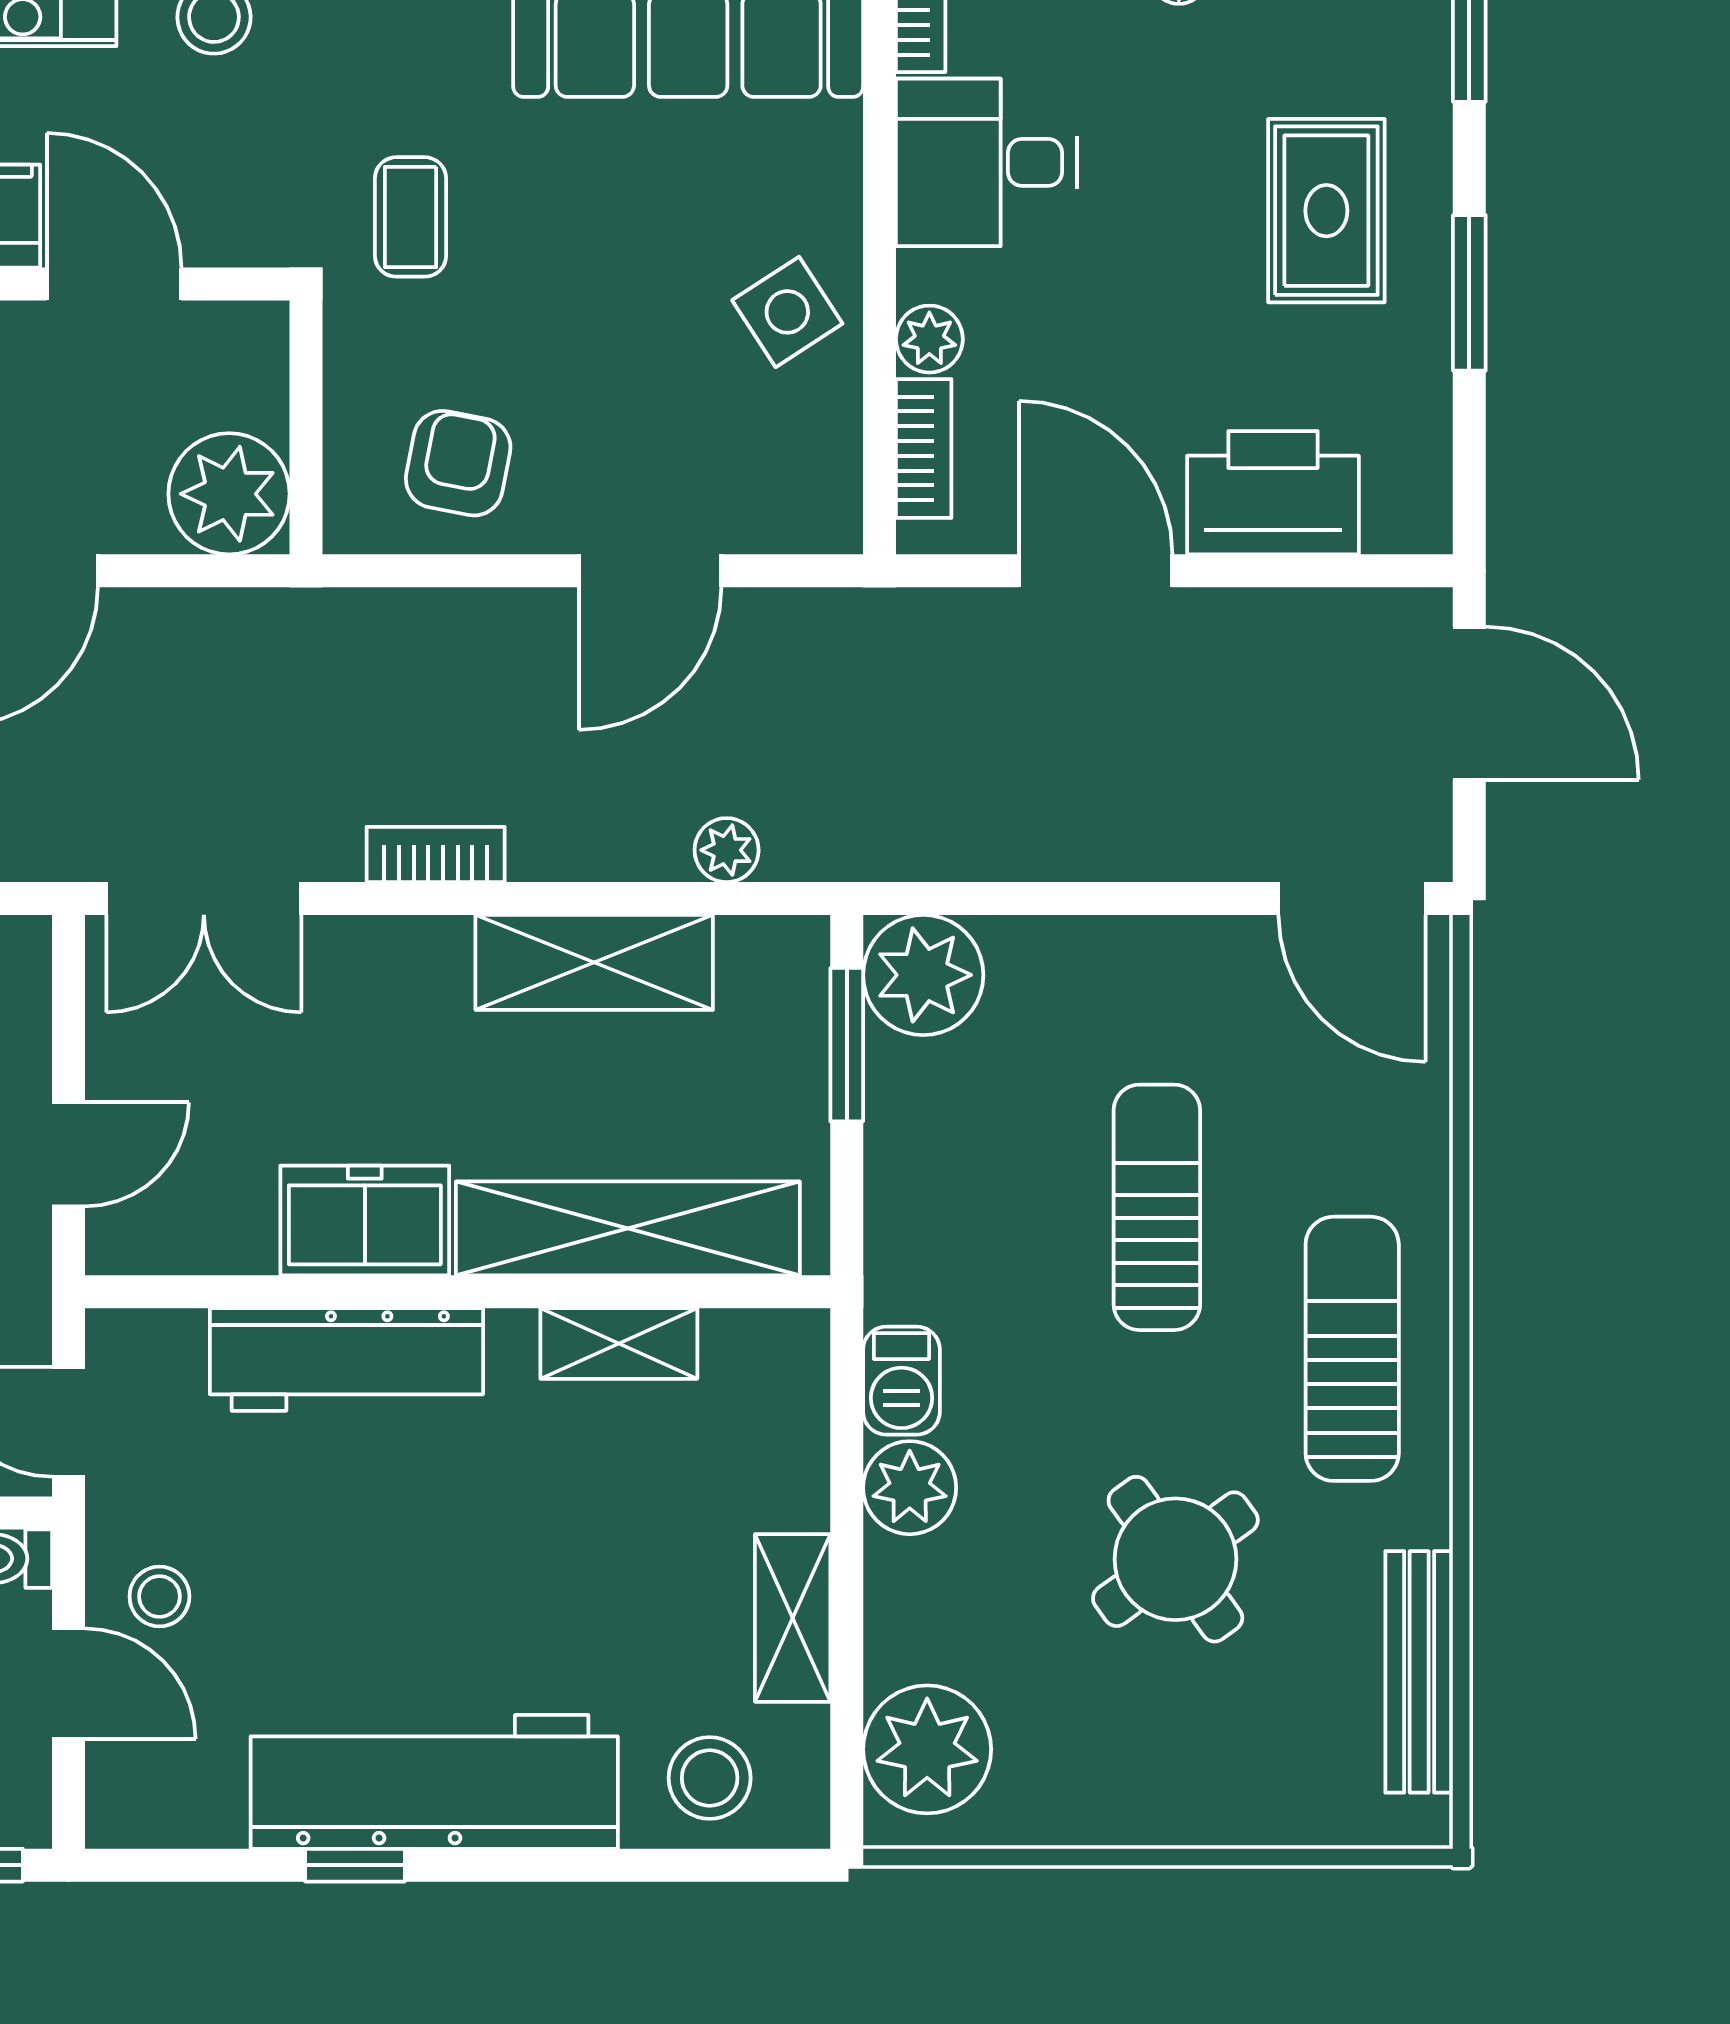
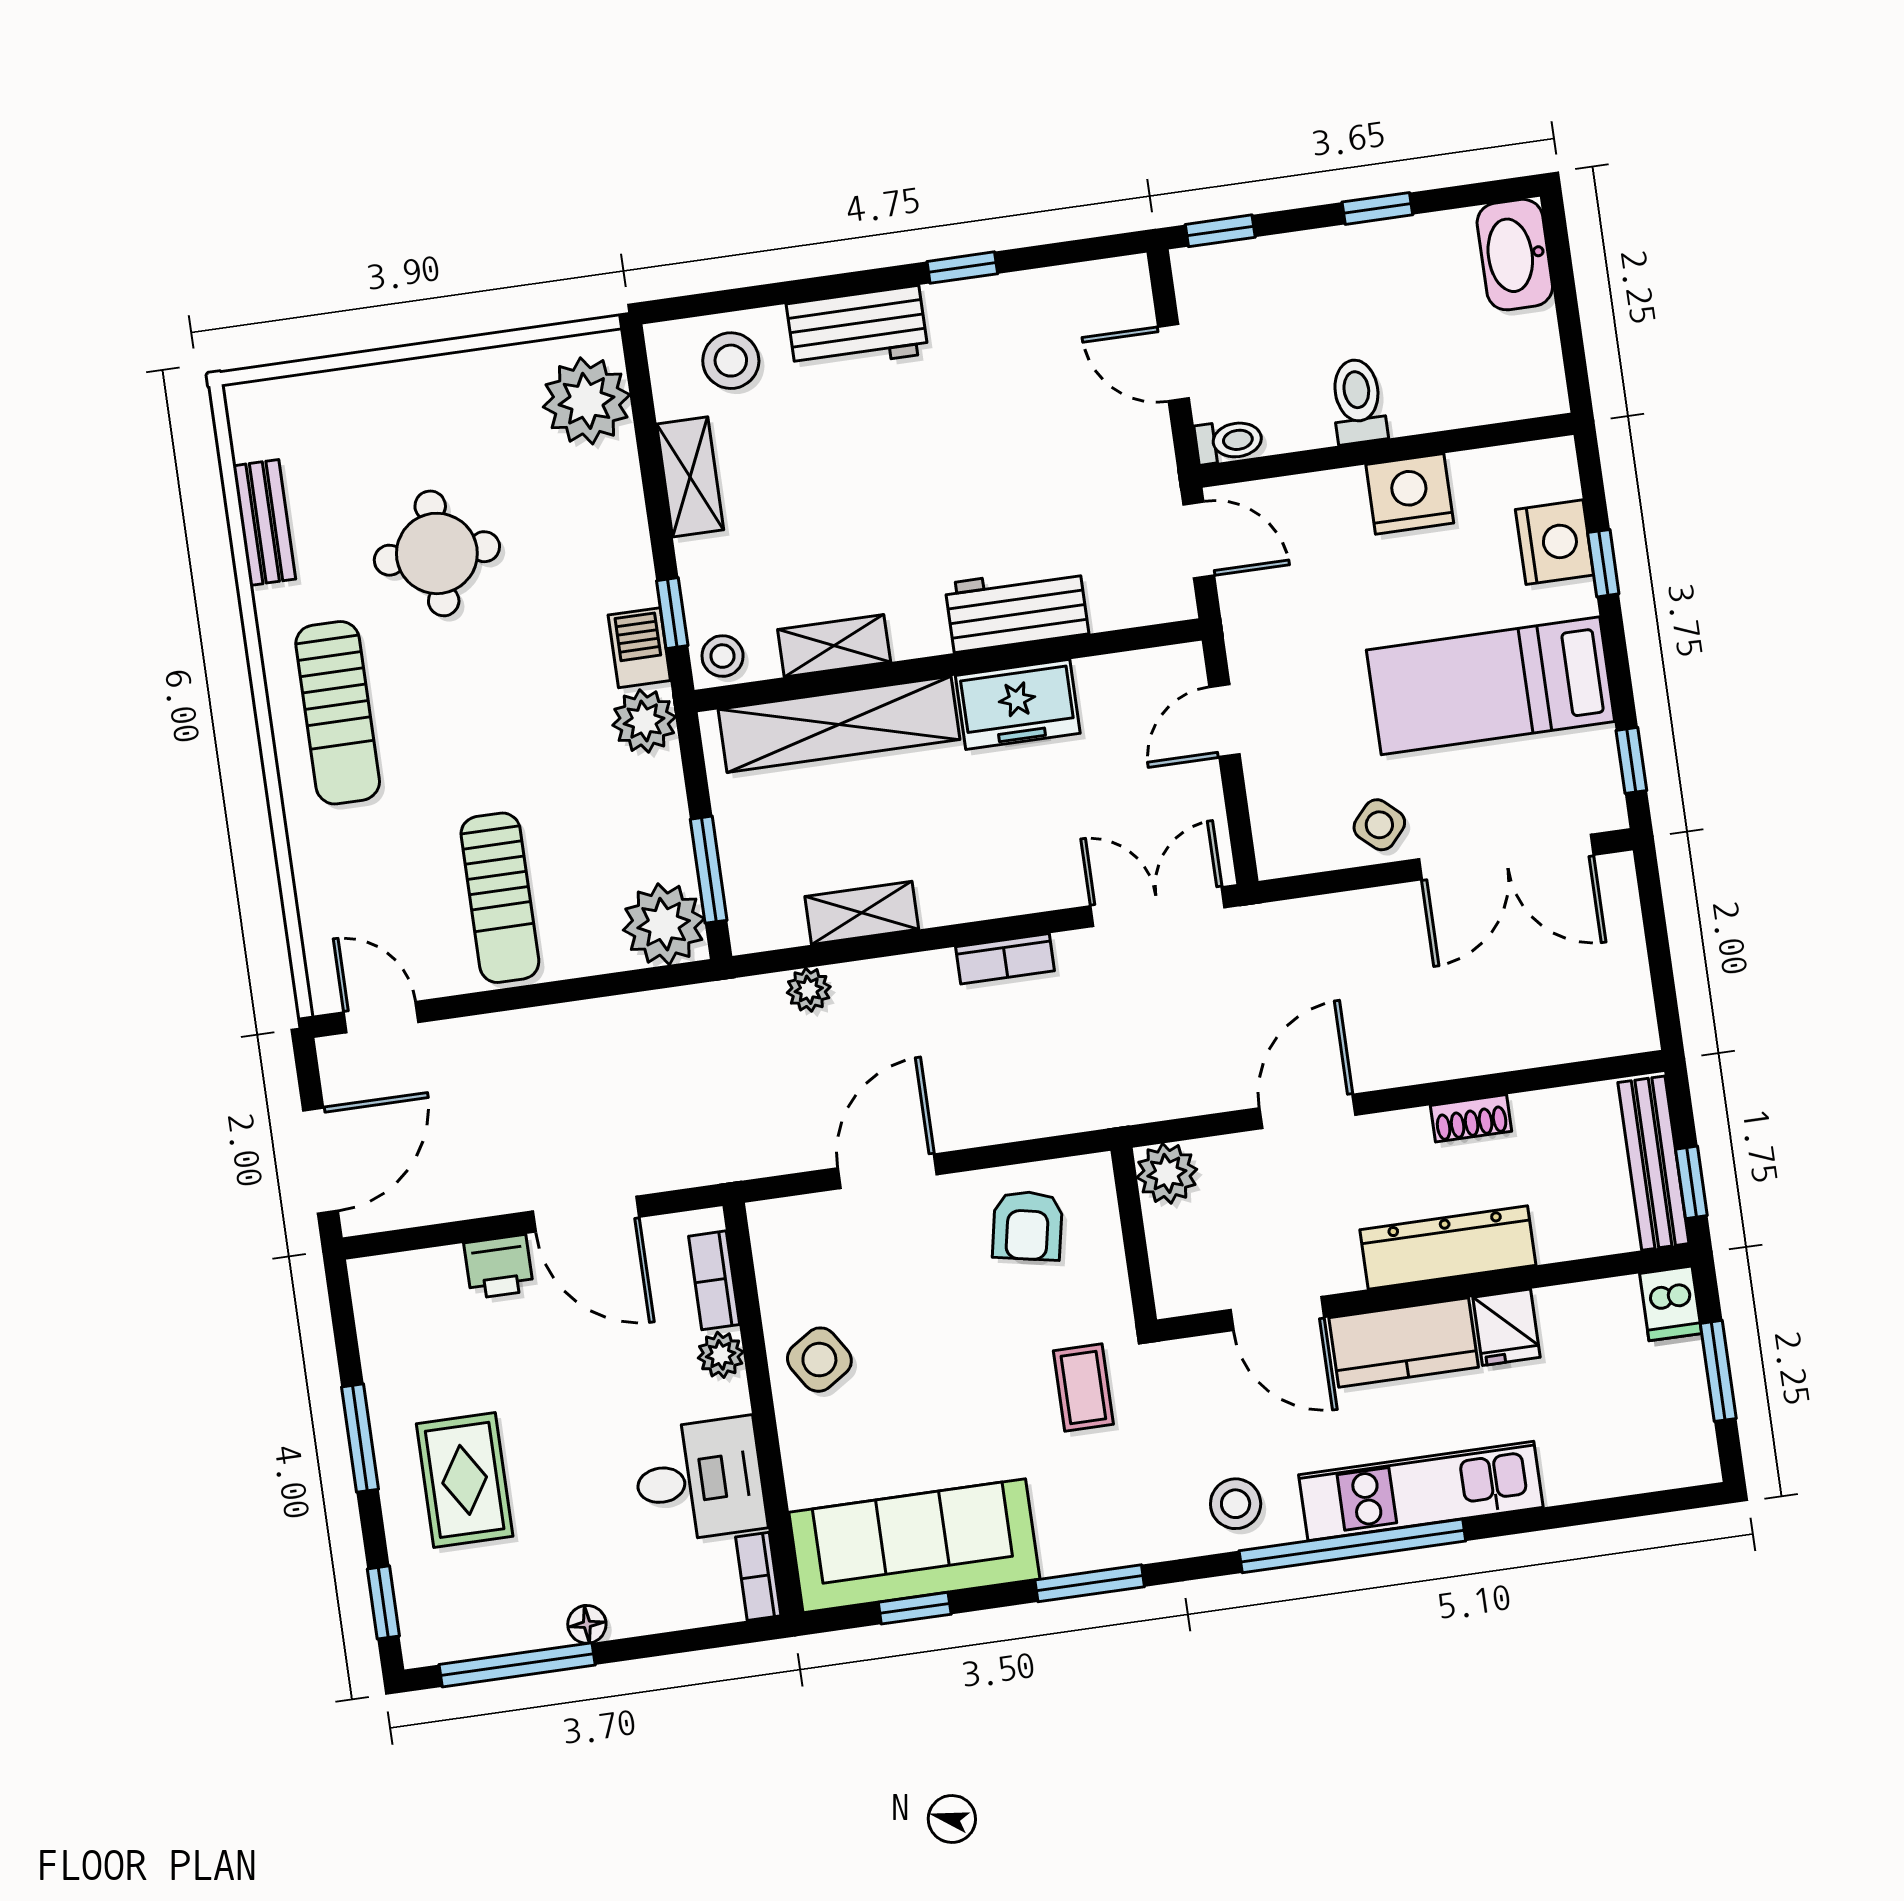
printer: (1273, 493) -> (499, 1267), width x0.53, depth x0.68
plant: (229, 494) -> (1167, 1173), width x0.73, depth x0.73
door: (1469, 703) -> (321, 1161), swing flipped
door: (1352, 899) -> (381, 1017), width x0.73
shelving: (594, 962) -> (862, 913), width x0.67, depth x0.75
sun lounger: (1157, 1207) -> (500, 898), moved
workbench: (346, 1359) -> (1017, 609), width x0.73
window: (847, 1424) -> (672, 613), added
plant: (910, 1488) -> (644, 721), moved
round table: (1175, 1559) -> (437, 553), turned 36
stool: (159, 1596) -> (723, 656), moved
bench: (1419, 1672) -> (264, 522), width x0.73
workbench: (434, 1782) -> (857, 329), width x0.53, depth x0.76

